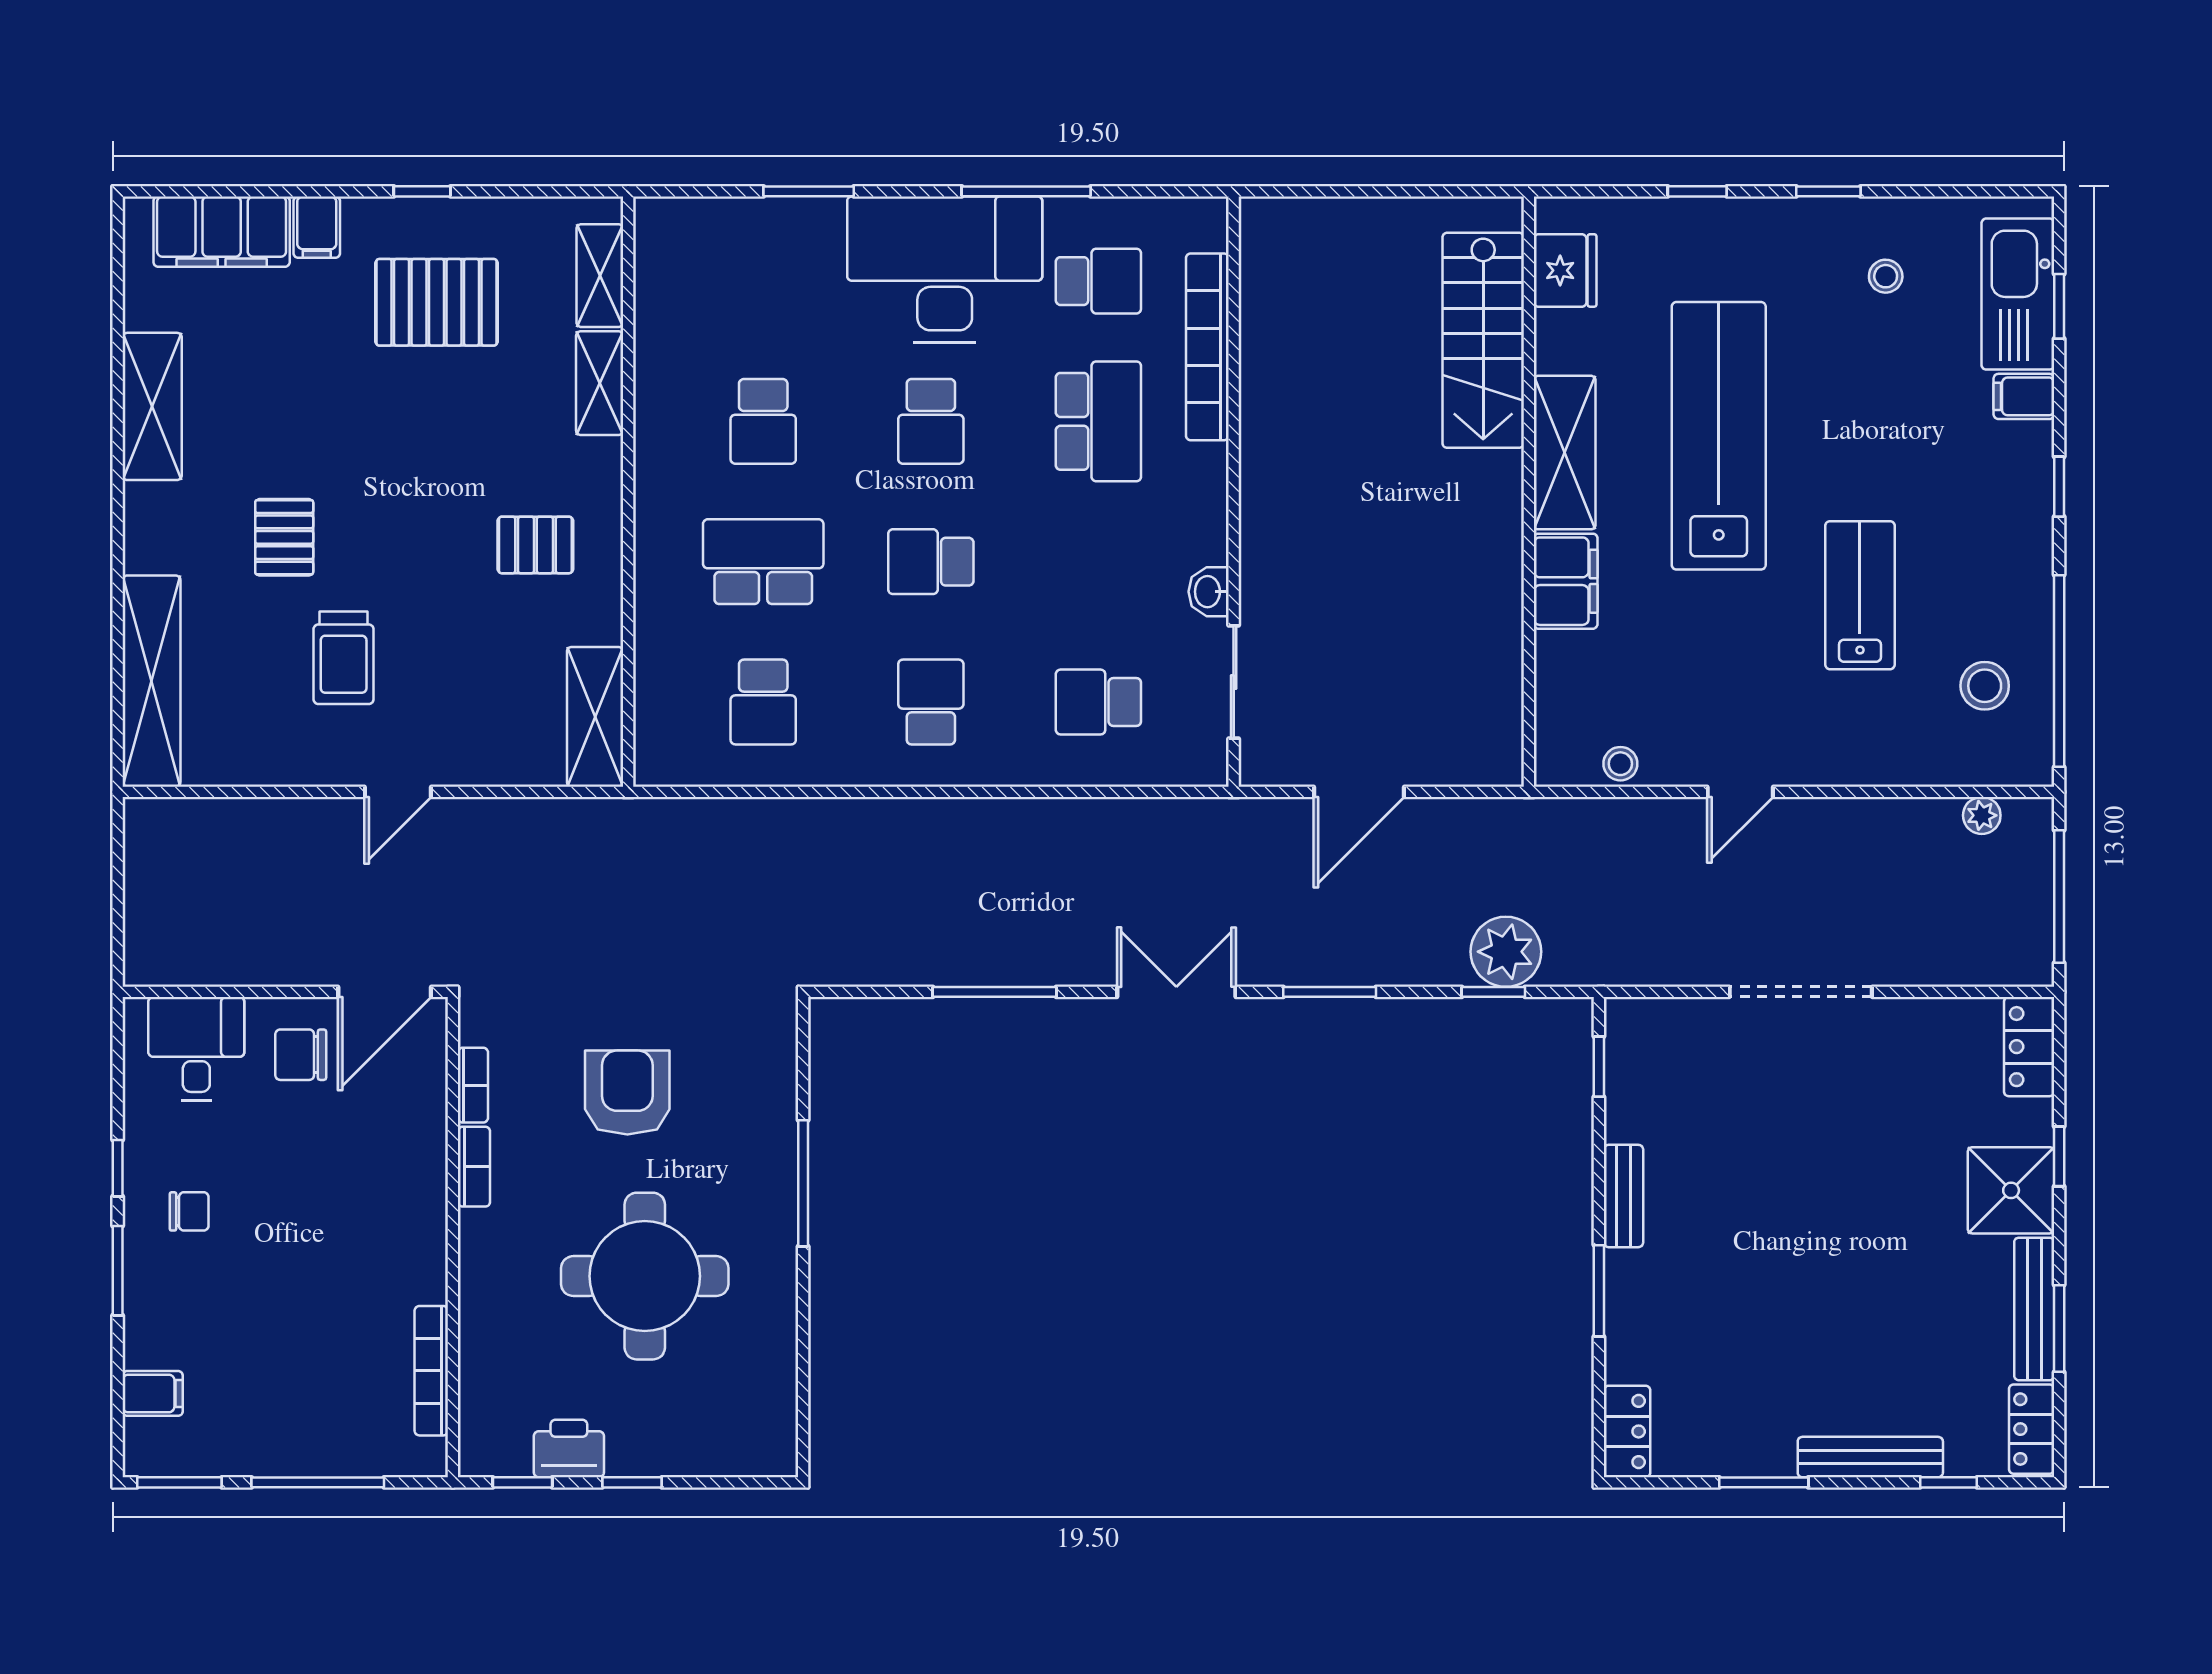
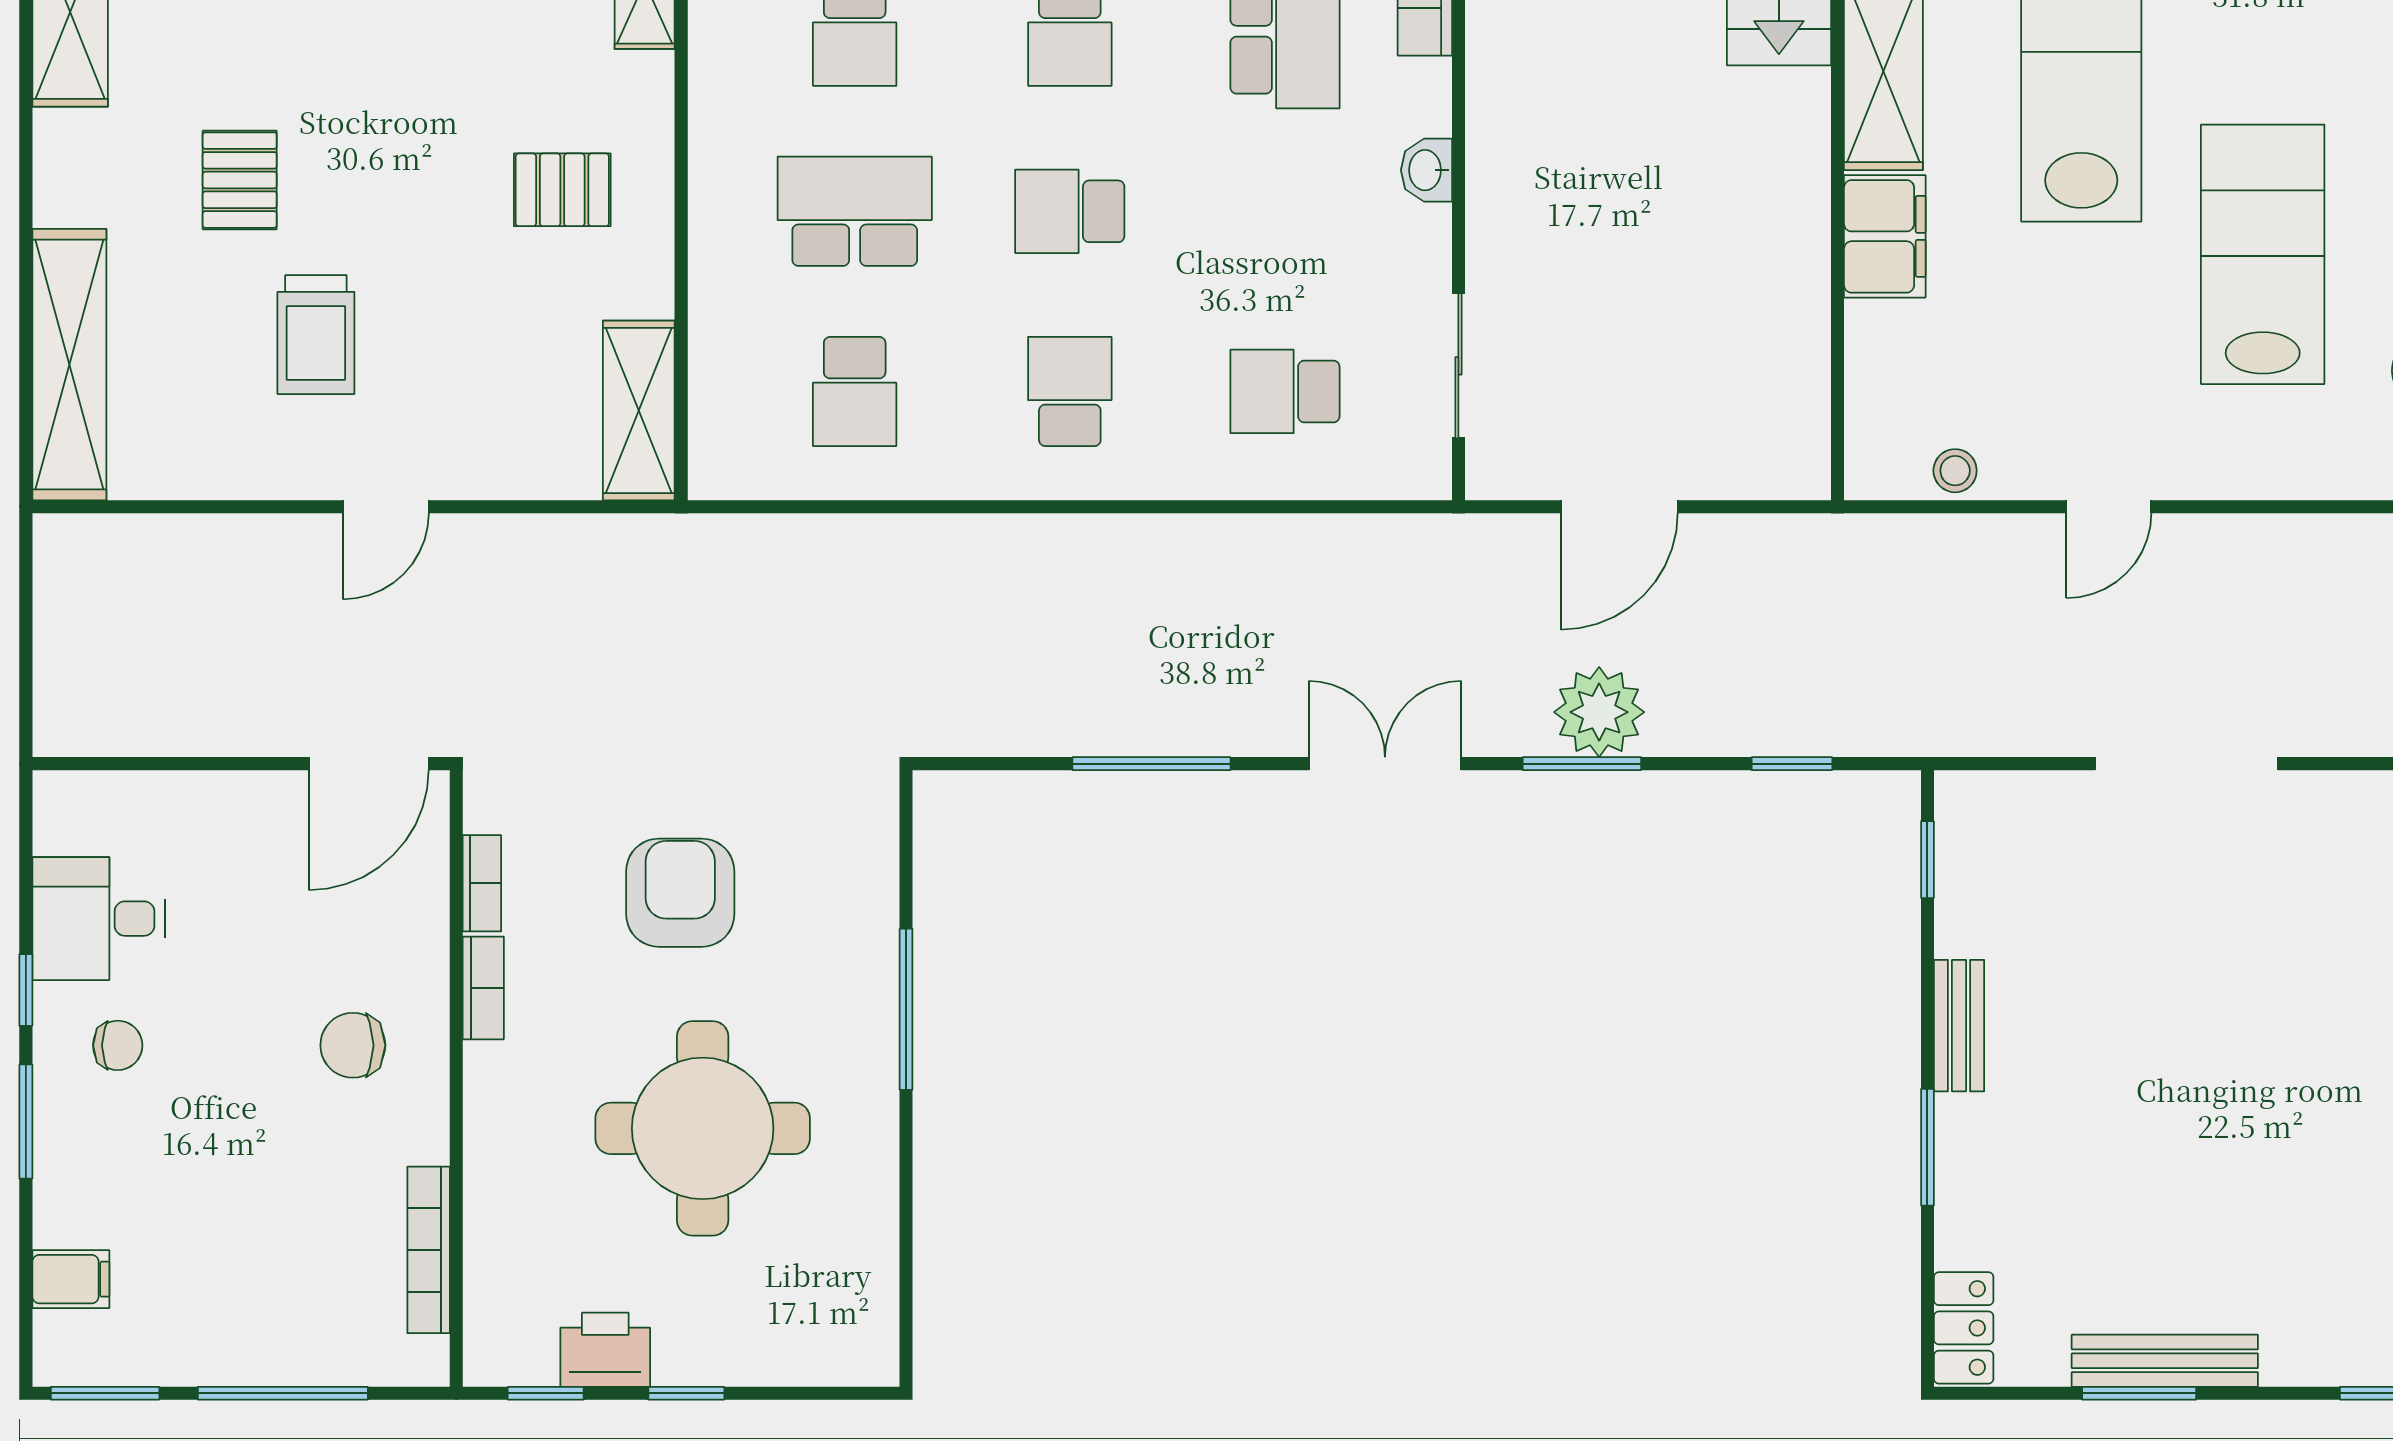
washbasin: (1209, 592) -> (1427, 170), moved
lab bench: (1860, 595) -> (2263, 254), width x1.36, depth x1.39
plant: (1506, 952) -> (1599, 712), moved
desk: (196, 1049) -> (99, 919), moved, turned -90
chair: (301, 1055) -> (353, 1045), moved
bench: (1870, 1457) -> (2165, 1361), moved

